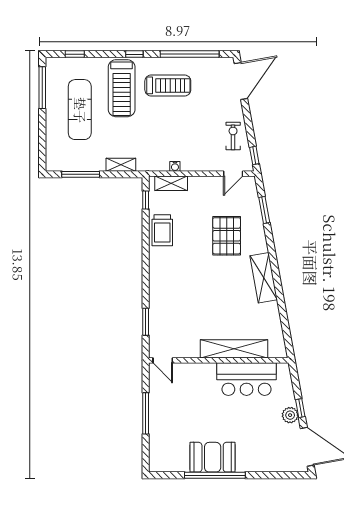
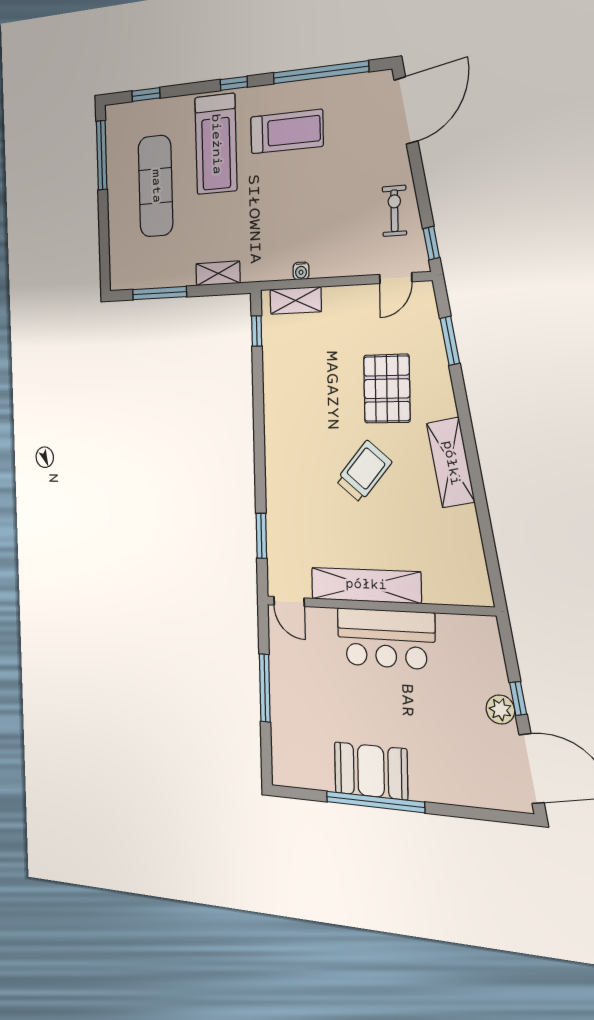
trolley: (162, 230) -> (364, 471), moved, turned -140
shelving: (234, 349) -> (366, 585), moved
bar counter: (247, 379) -> (386, 639), moved

